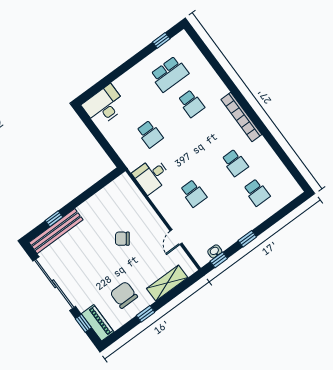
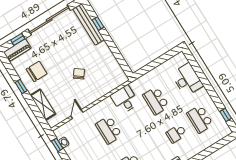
desk: (104, 106) -> (187, 80), moved
school desk: (150, 134) -> (156, 101), width x1.85
school desk: (193, 193) -> (109, 130), width x1.85
door: (176, 237) -> (77, 114), hinge flipped

